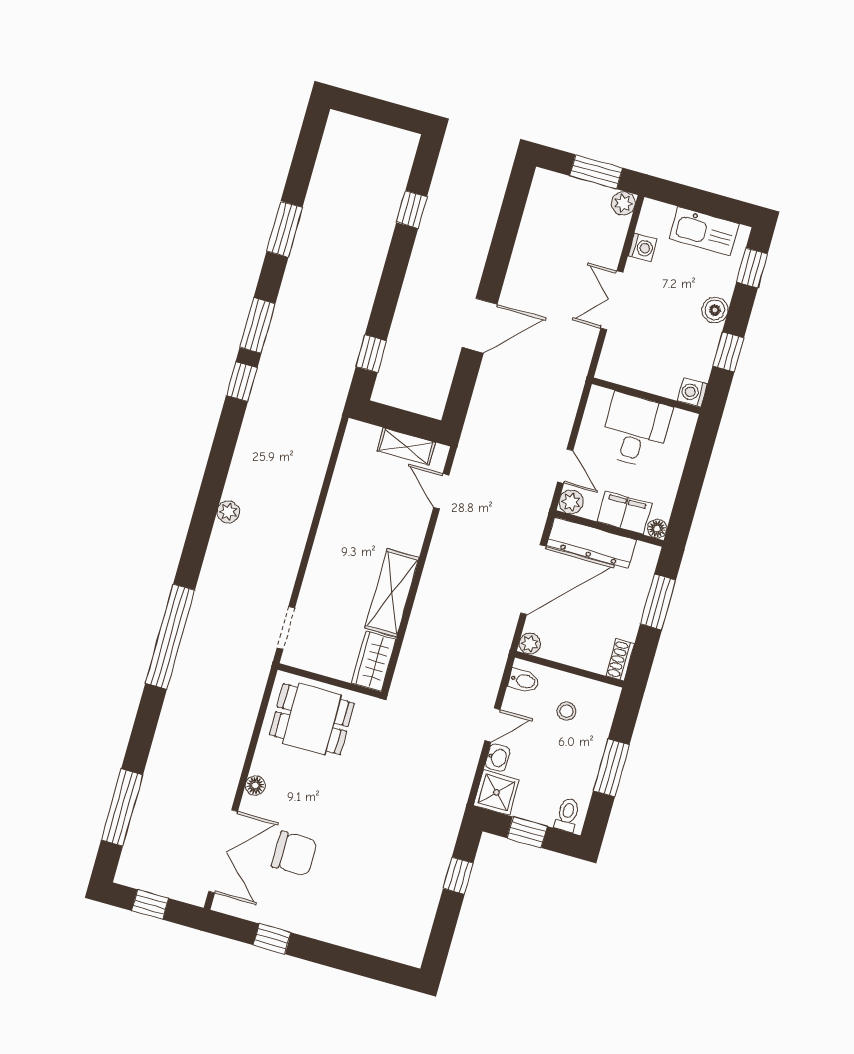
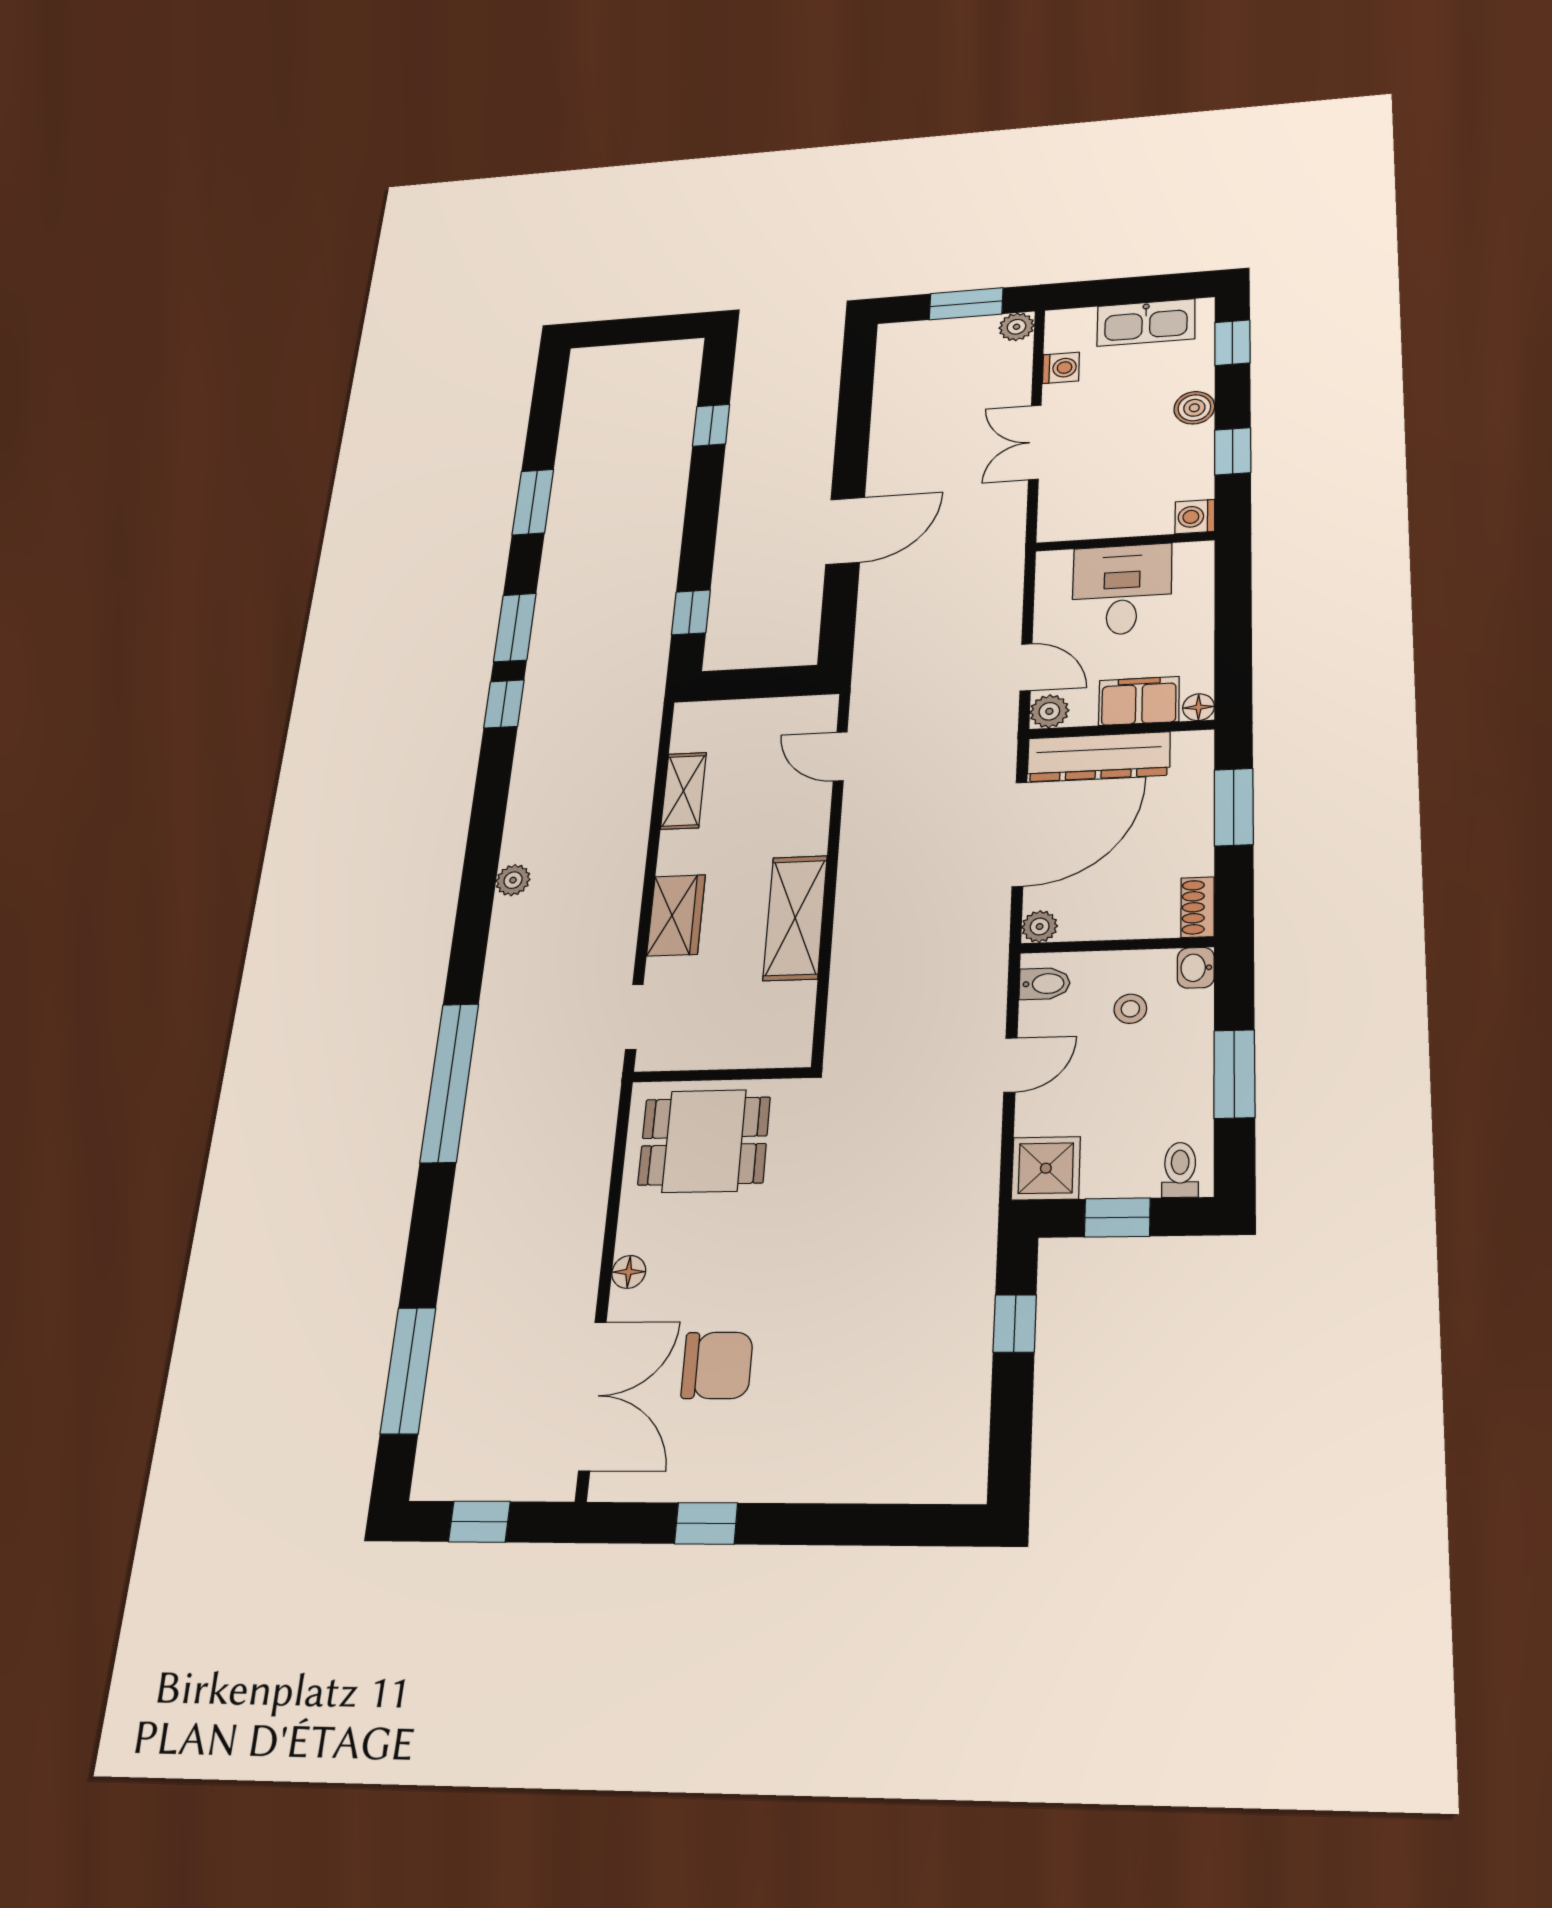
shelving: (406, 447) -> (683, 791), moved, turned 90
wardrobe: (374, 661) -> (676, 915), moved, turned 180
washbasin: (498, 758) -> (1196, 968), moved, turned 180

